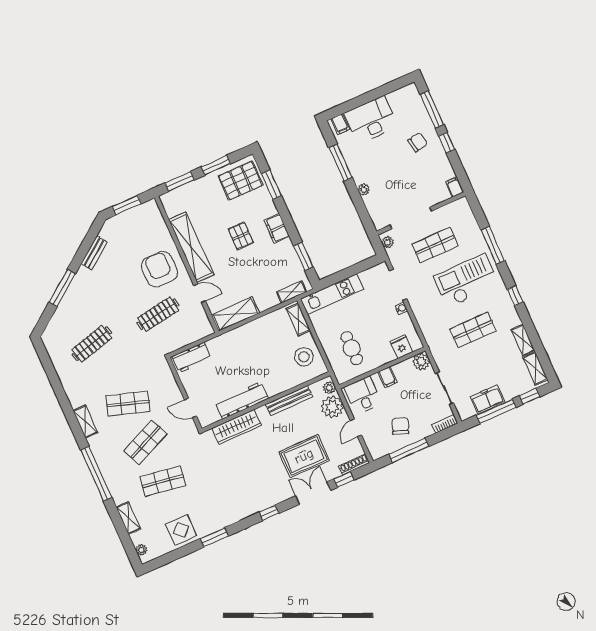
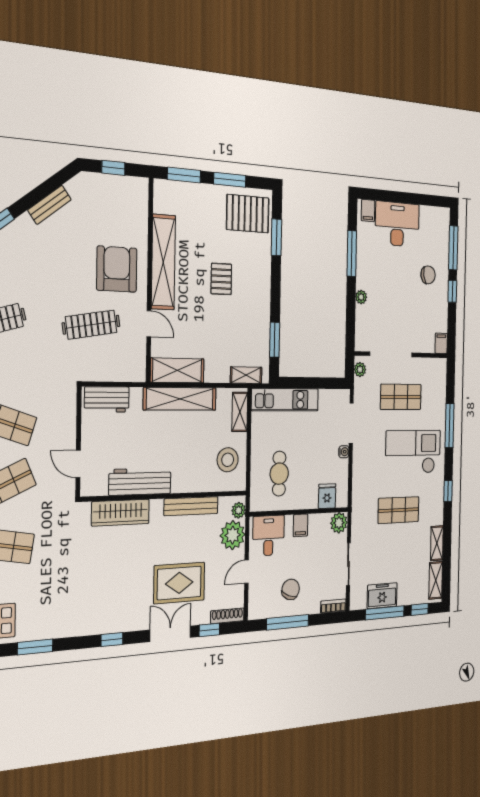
window: (127, 205) -> (113, 168), width x0.67
filing cabinet: (277, 228) -> (261, 292), removed
shelving: (246, 332) -> (180, 399), added

